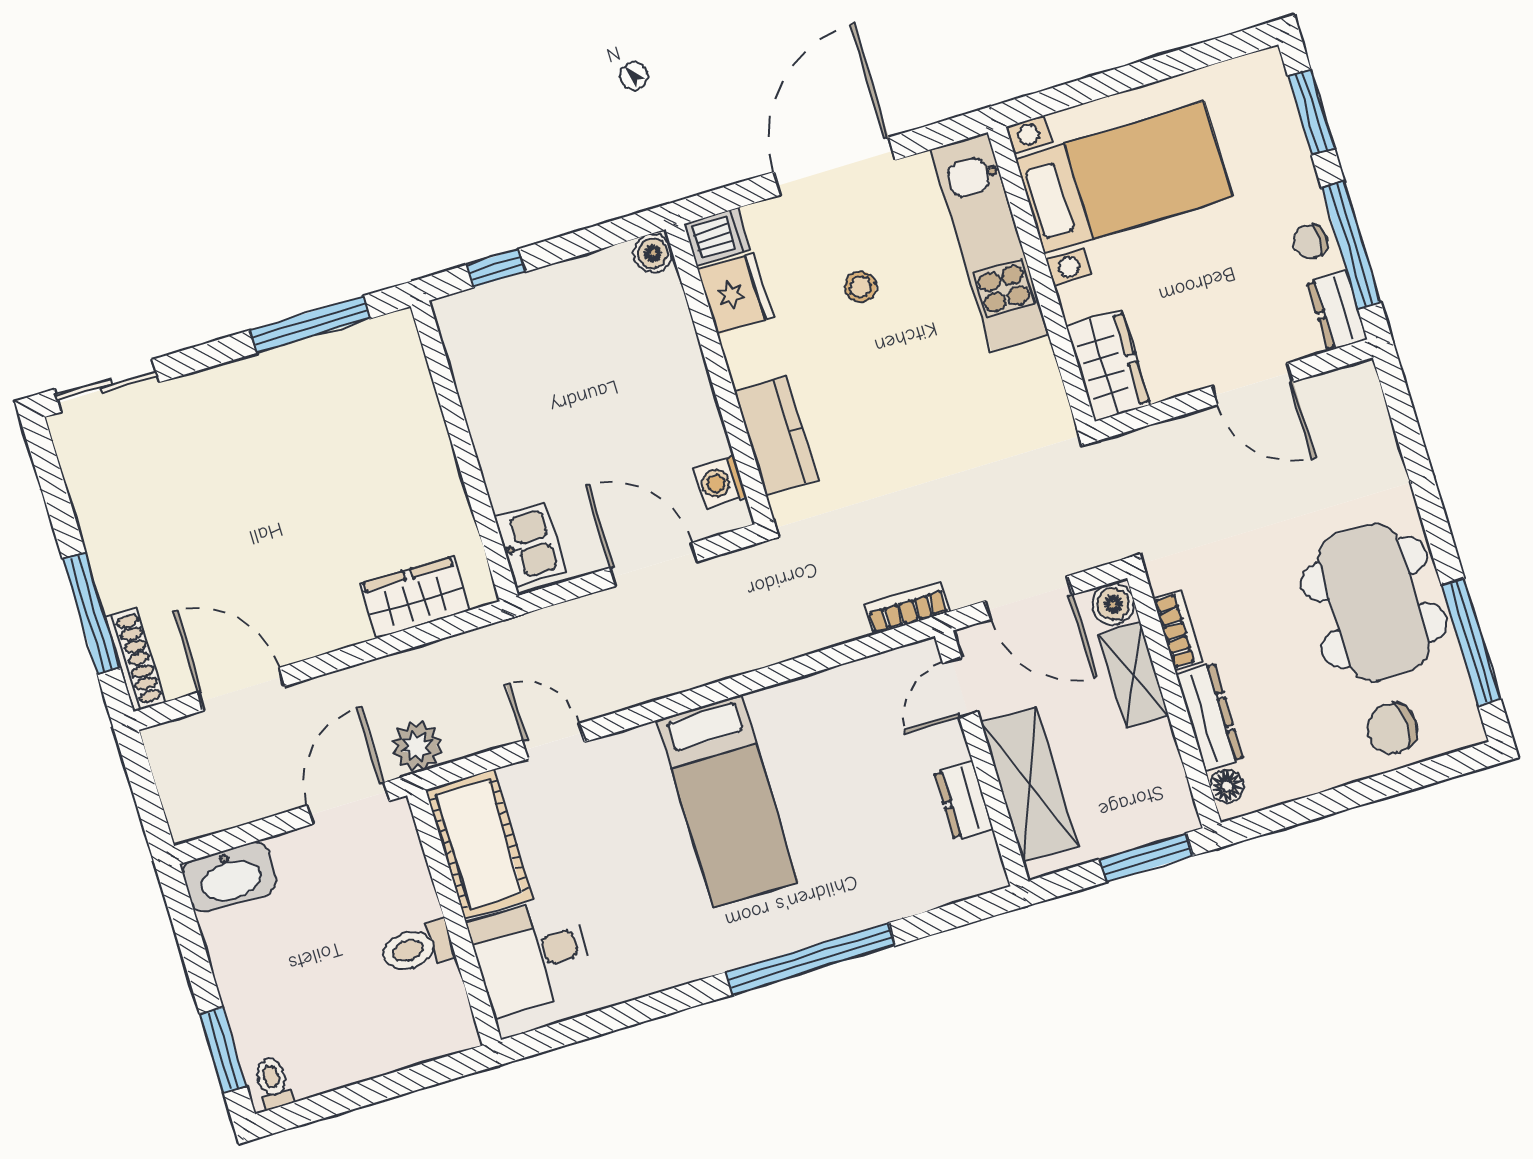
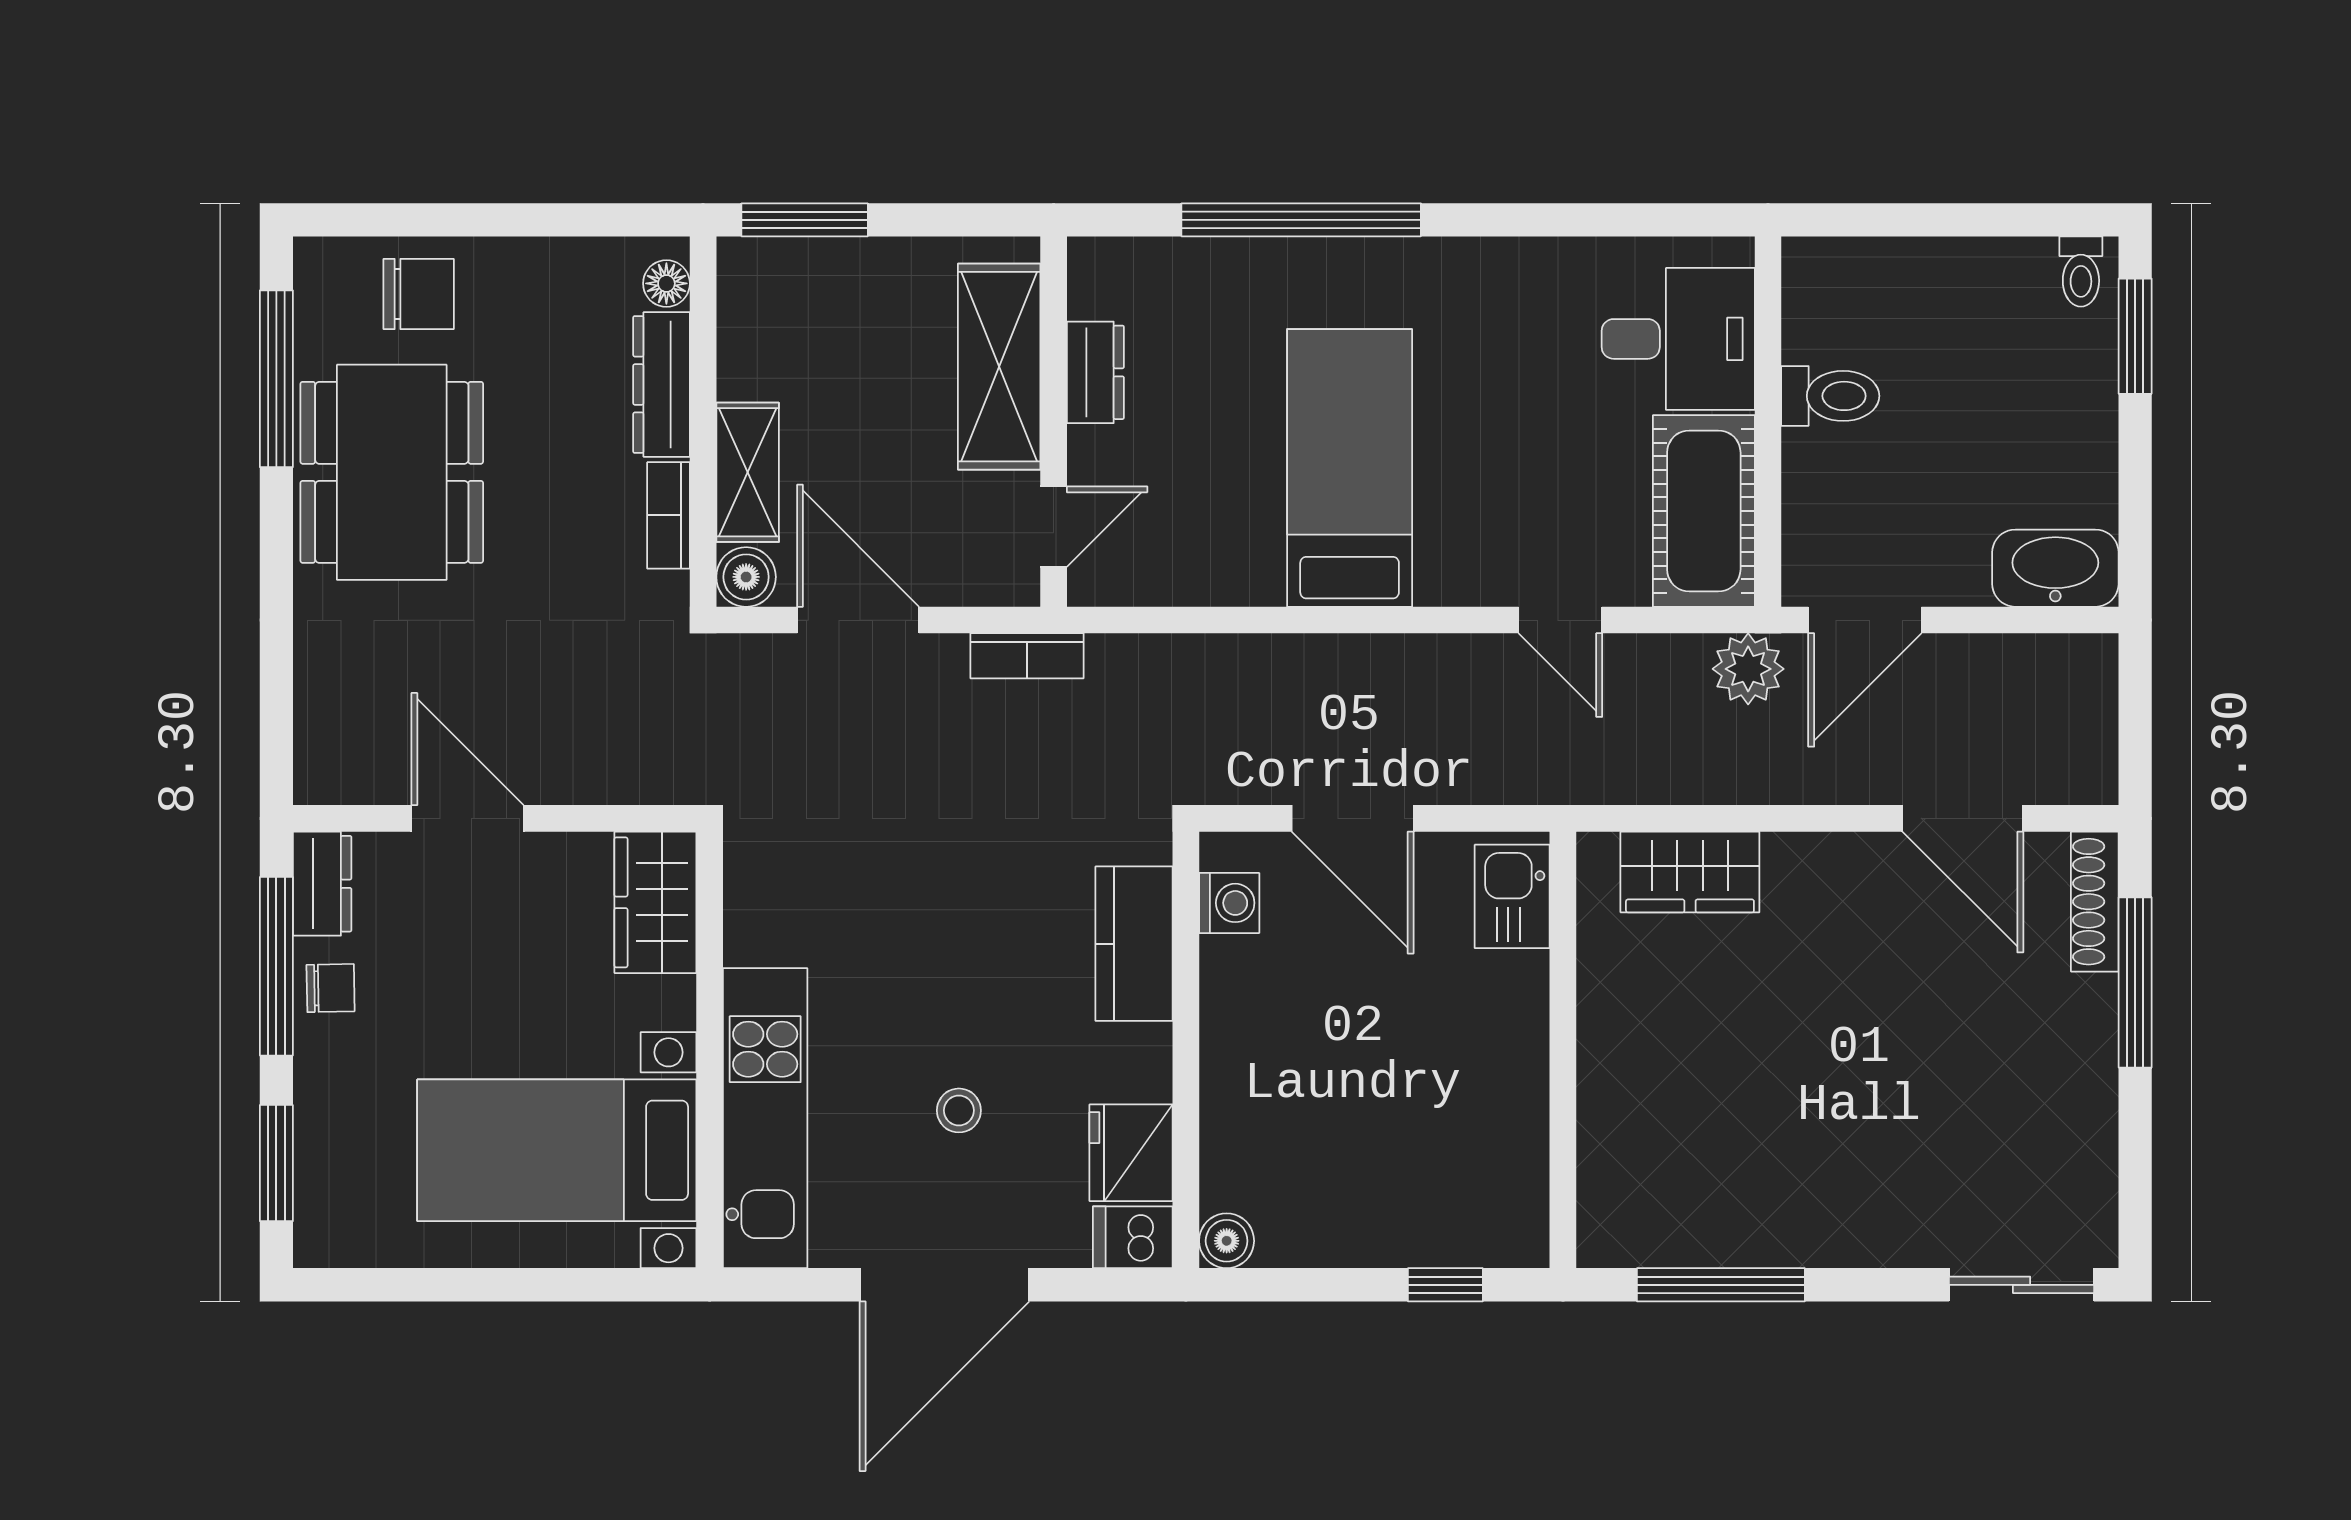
door: (960, 687) -> (1054, 527), moved
wall: (982, 758) -> (1054, 422), moved
shelving: (1030, 784) -> (999, 367), moved
dresser: (963, 800) -> (1095, 372), moved

